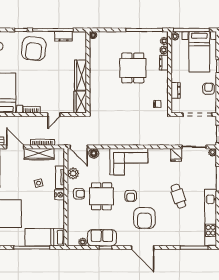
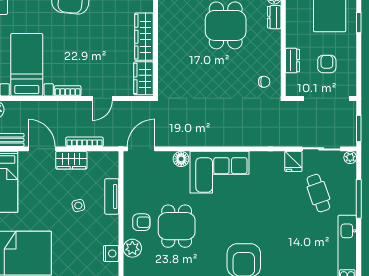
armchair: (209, 89) -> (327, 64), moved
door: (79, 147) -> (141, 149), swing flipped
floor lamp: (94, 153) -> (181, 159), moved
wardrobe: (39, 154) -> (71, 160), width x0.67
plant: (73, 173) -> (132, 248), moved
nightstand: (60, 195) -> (111, 253), moved
armchair: (131, 196) -> (222, 225), removed
cafe table: (178, 196) -> (318, 193), moved

